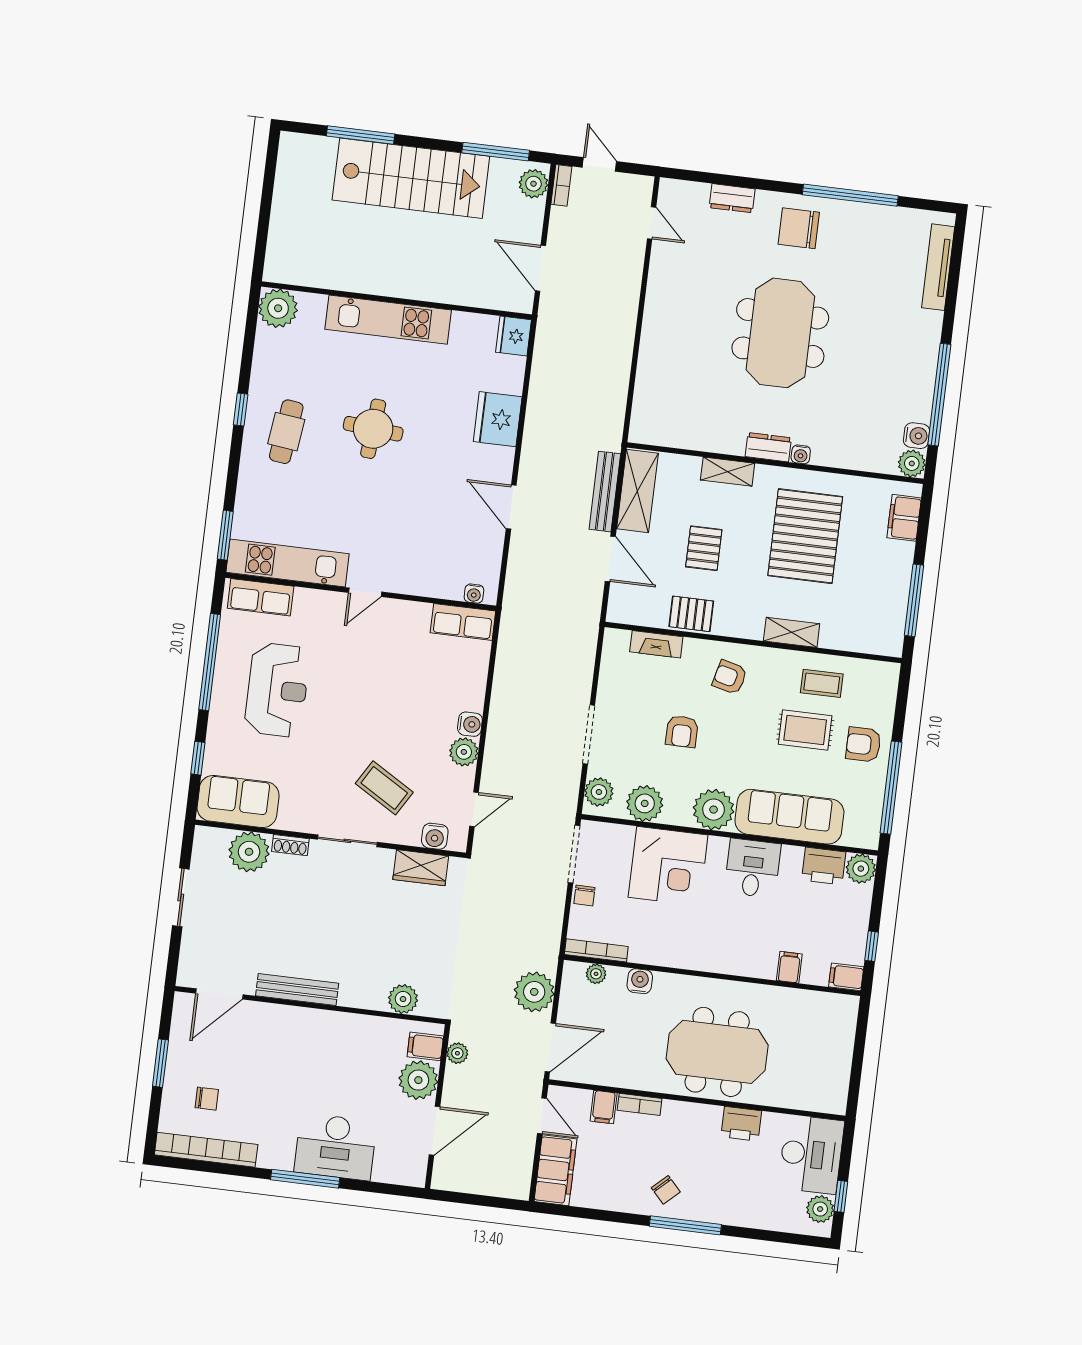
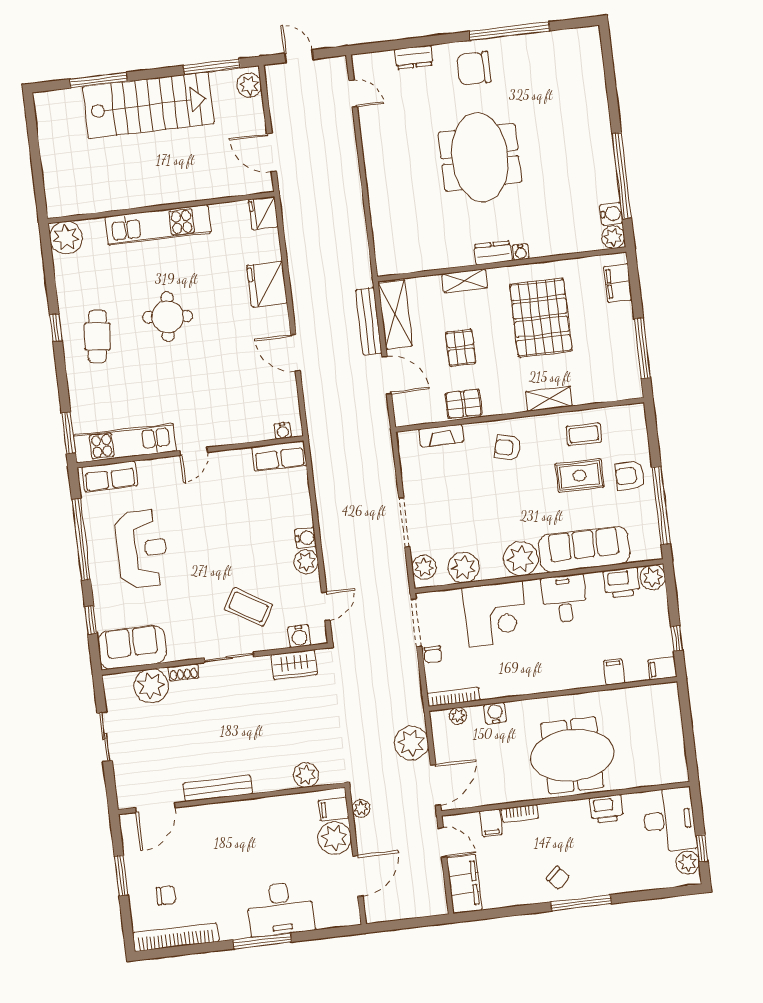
bookcase: (561, 185) -> (272, 81), removed
tv unit: (938, 267) -> (595, 72), removed
armchair: (682, 732) -> (479, 501), removed

